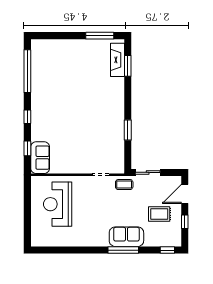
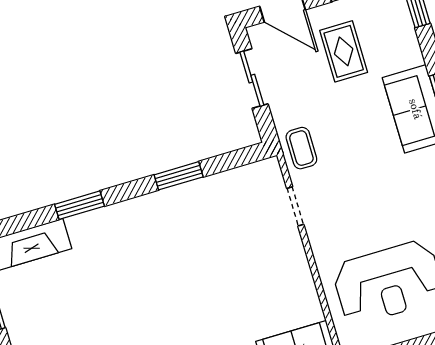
window: (128, 66) -> (79, 205), moved
sliding door: (148, 172) -> (252, 79), moved

